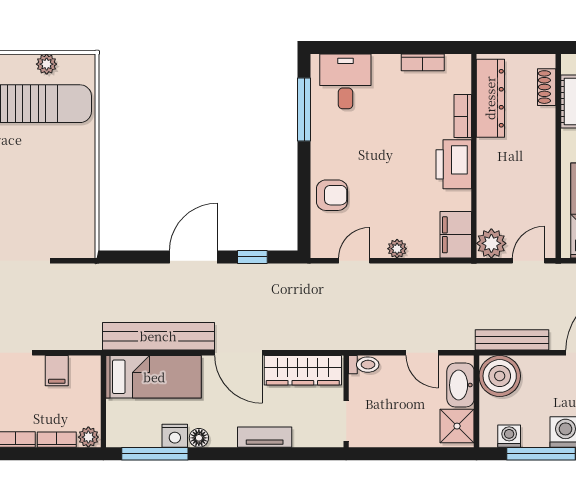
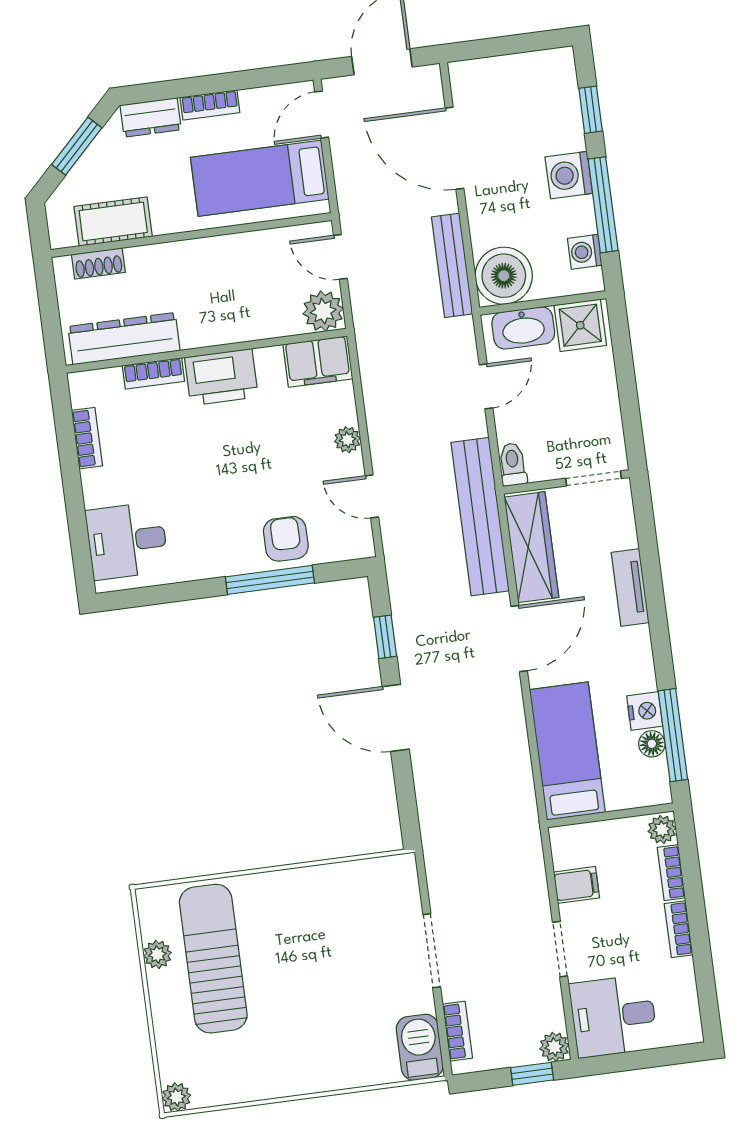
window: (304, 109) -> (270, 580), moved
bench: (158, 336) -> (480, 517), moved
floor lamp: (199, 438) -> (652, 744), moved

